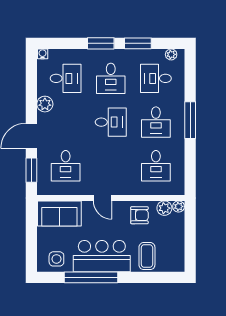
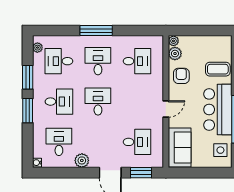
desk: (156, 78) -> (59, 61), turned 90
desk: (156, 122) -> (98, 61), turned -90

